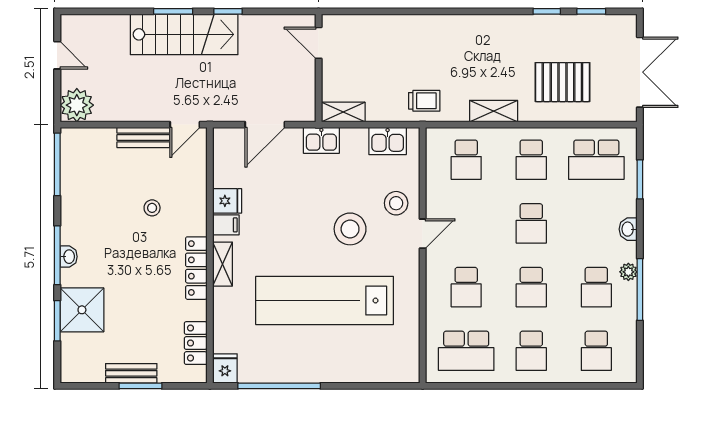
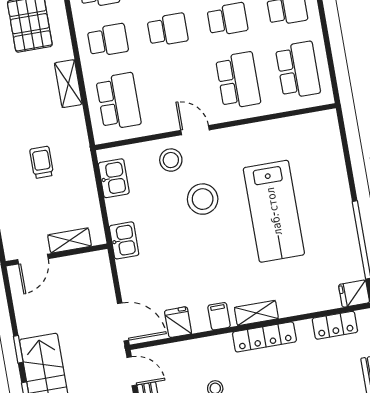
trolley: (424, 101) -> (42, 162), moved
shelving: (343, 112) -> (70, 241), moved, turned 90
door: (265, 125) -> (123, 322), moved
school desk: (466, 160) -> (118, 101), width x1.85
fridge: (227, 201) -> (178, 322), moved
school desk: (466, 287) -> (238, 80), width x1.85
lab bench: (325, 300) -> (274, 211), width x0.73

